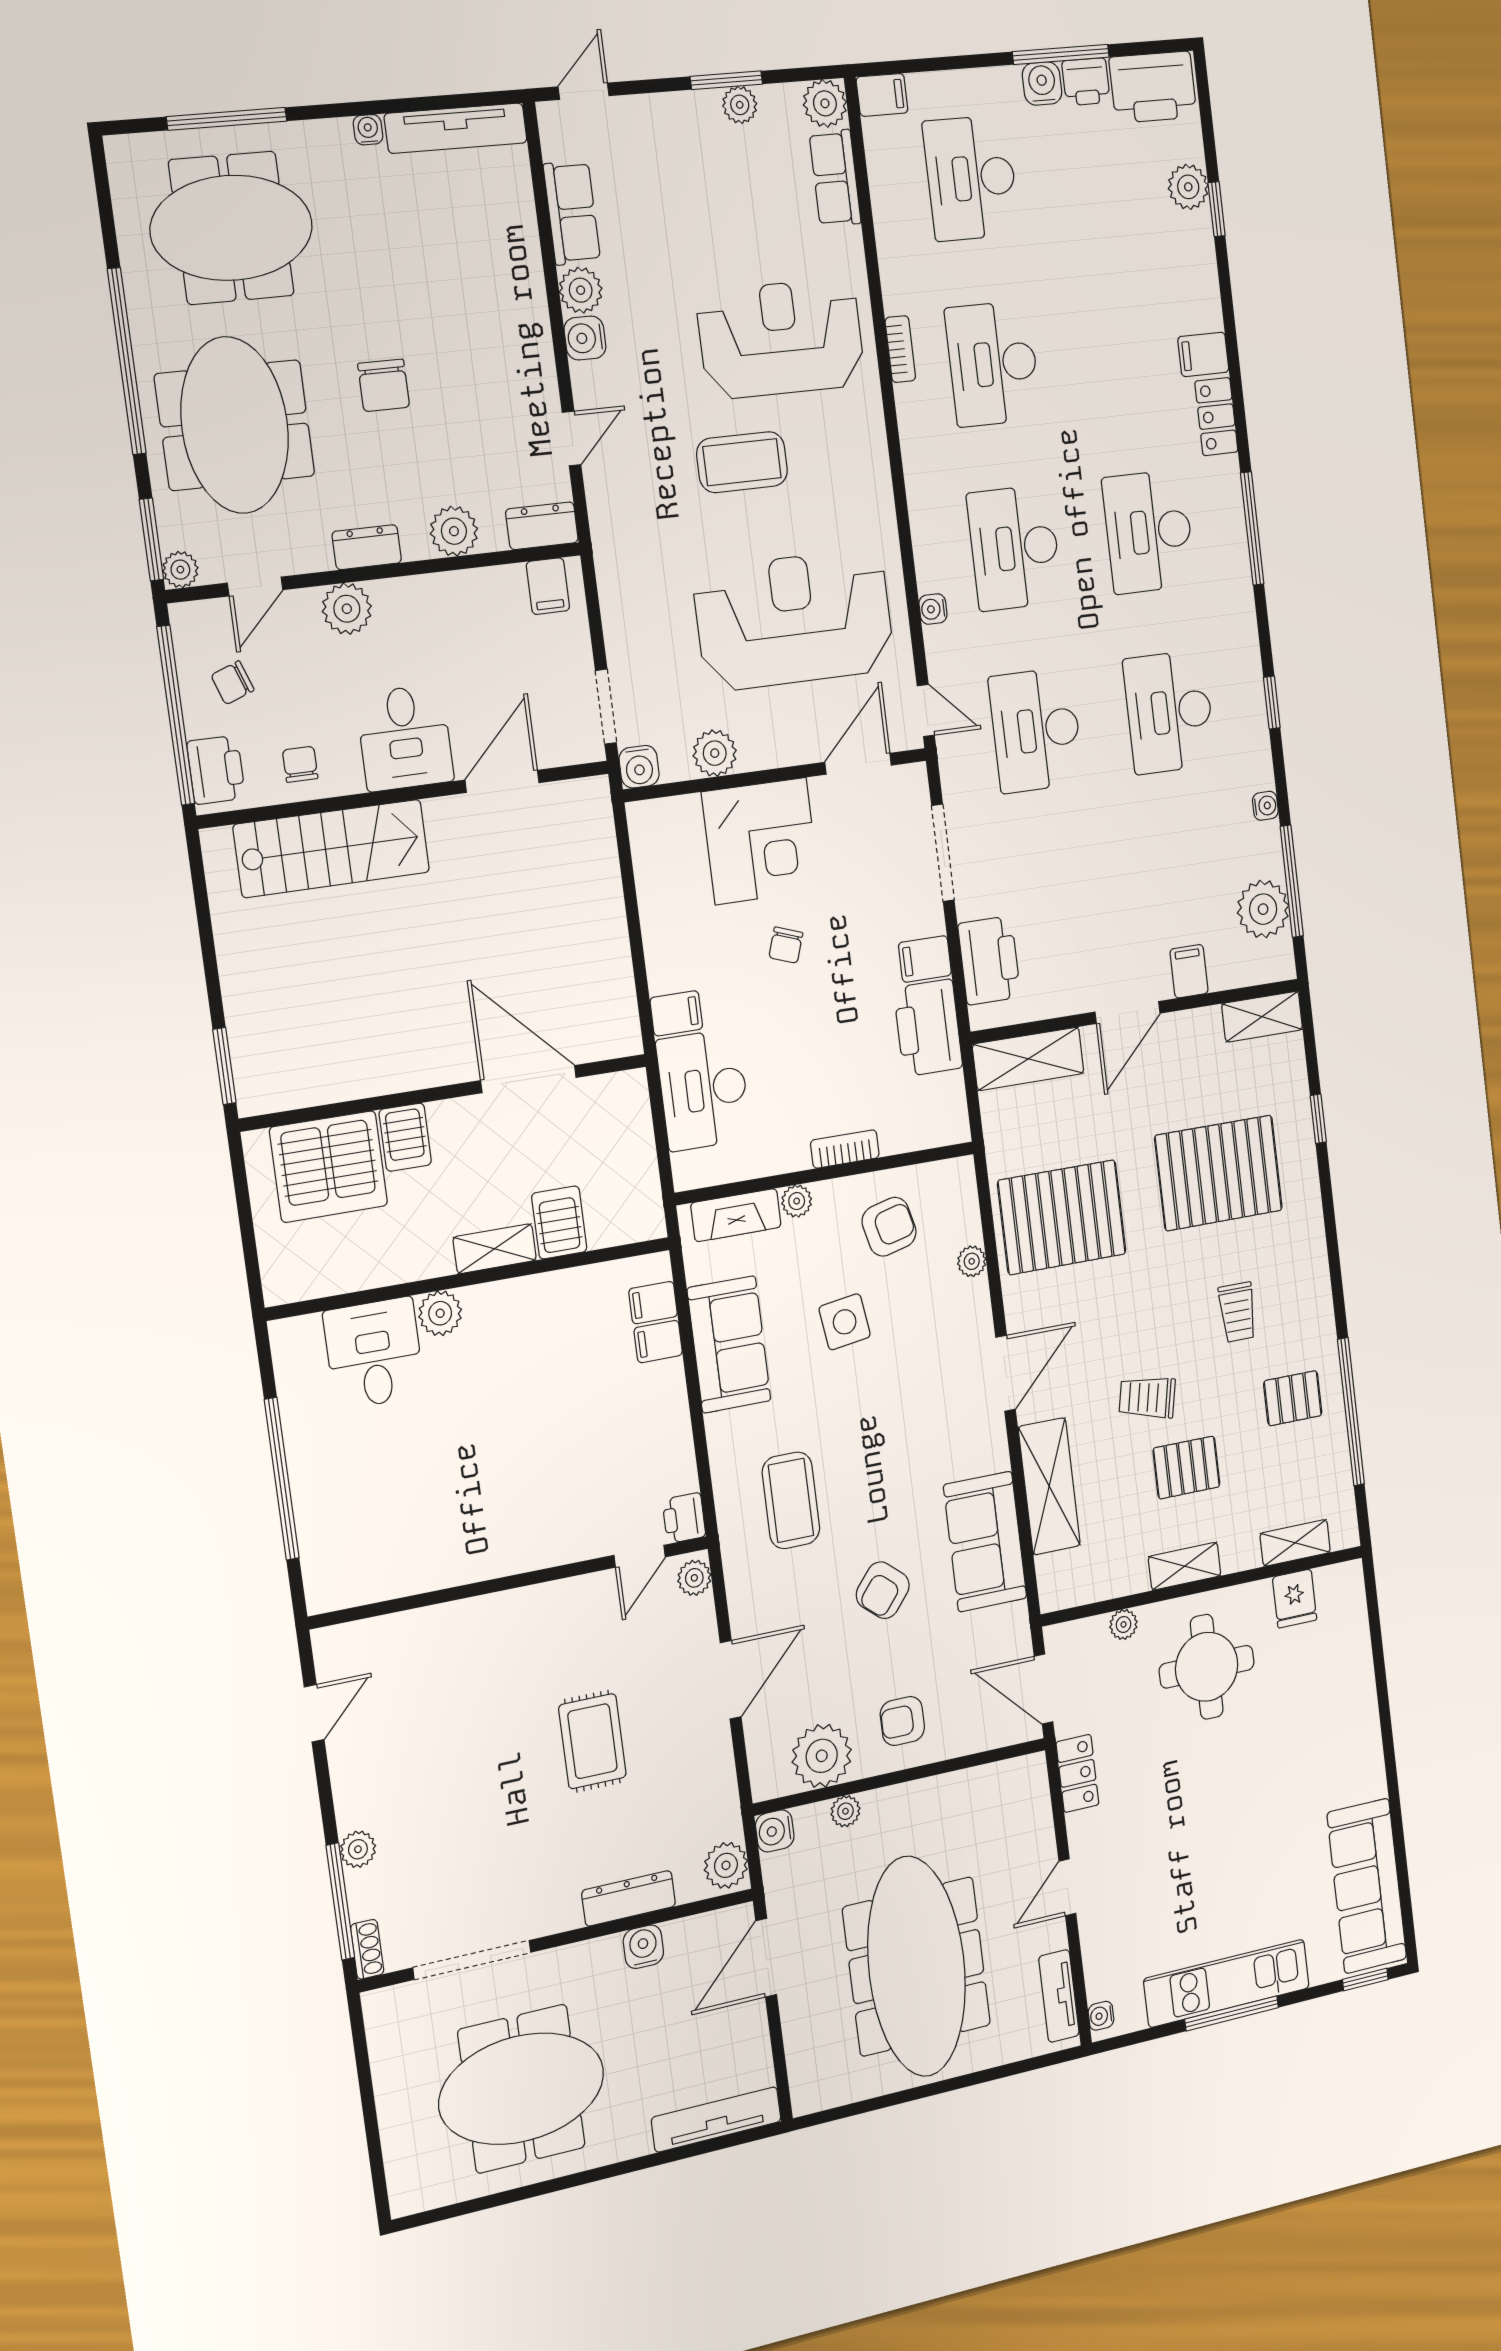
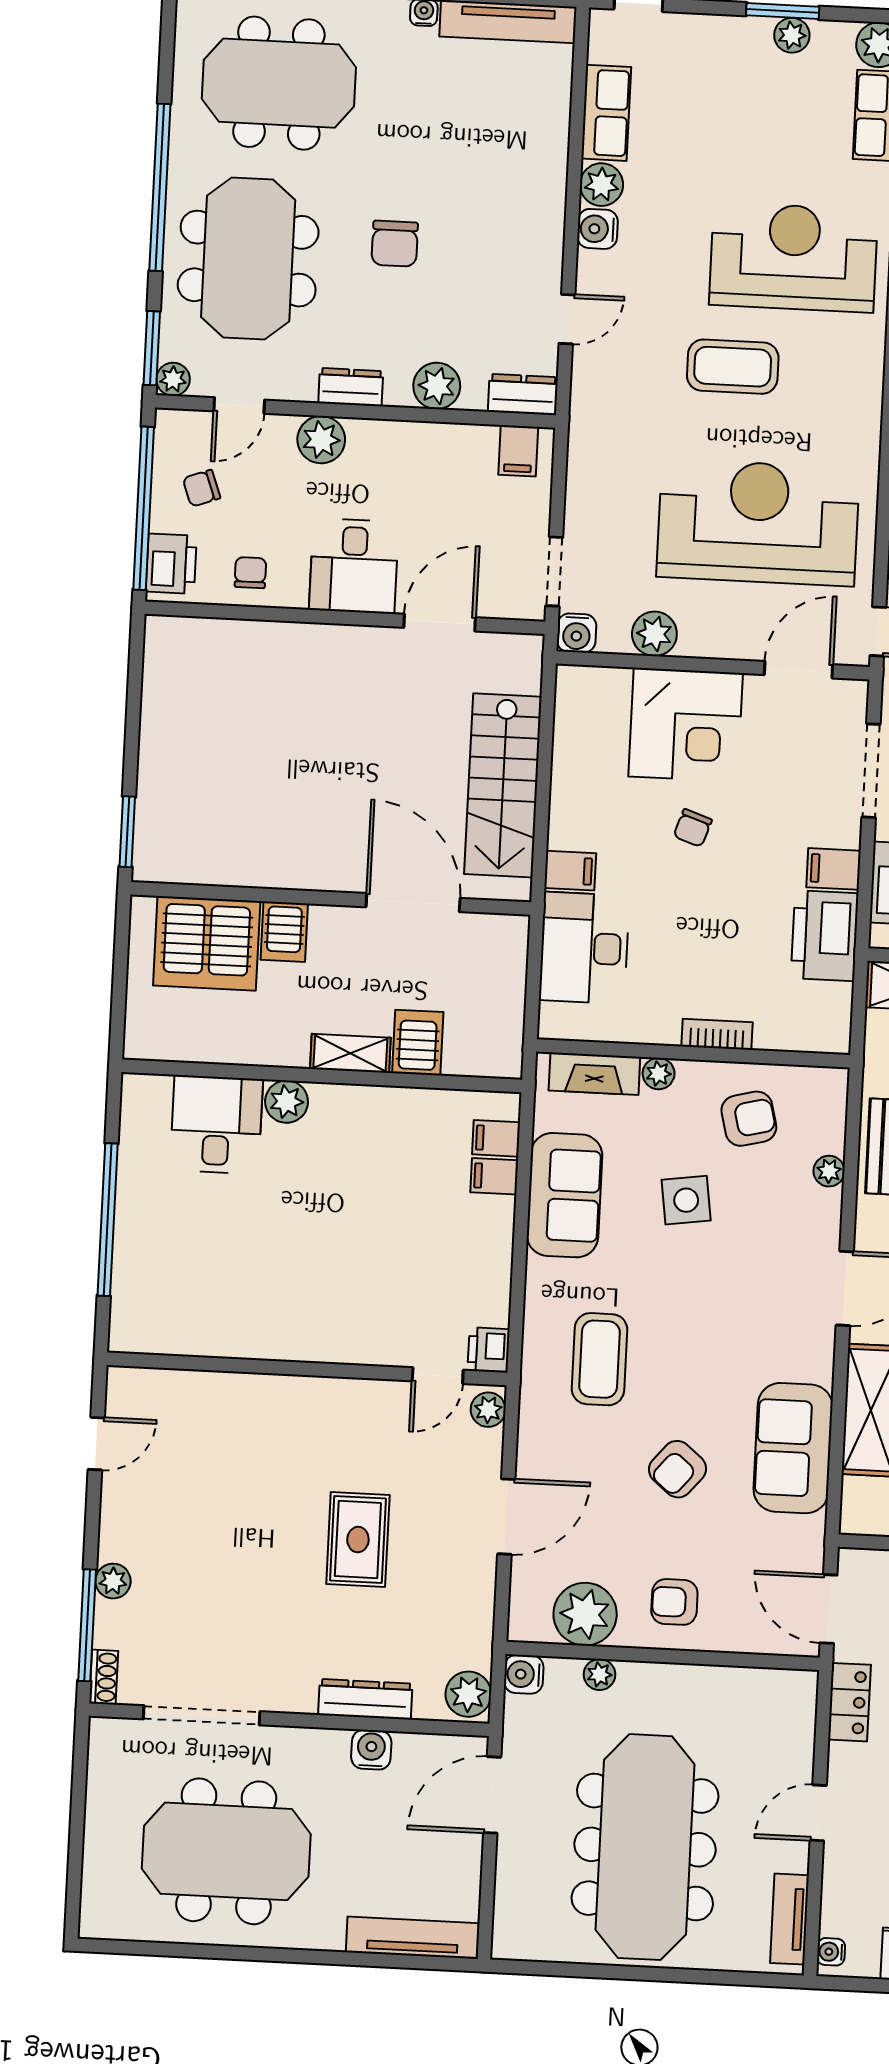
stairs: (332, 848) -> (503, 785), moved, turned 90

